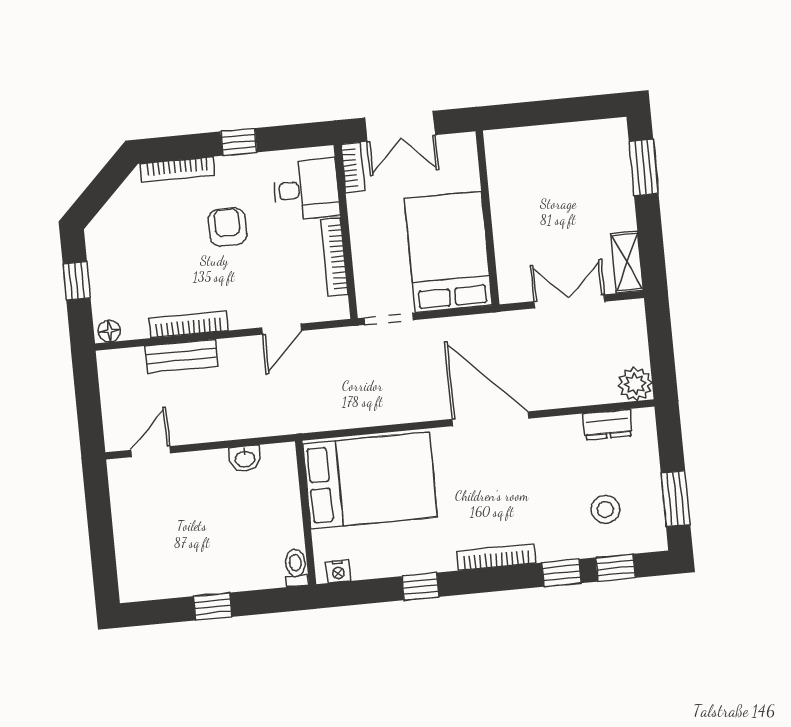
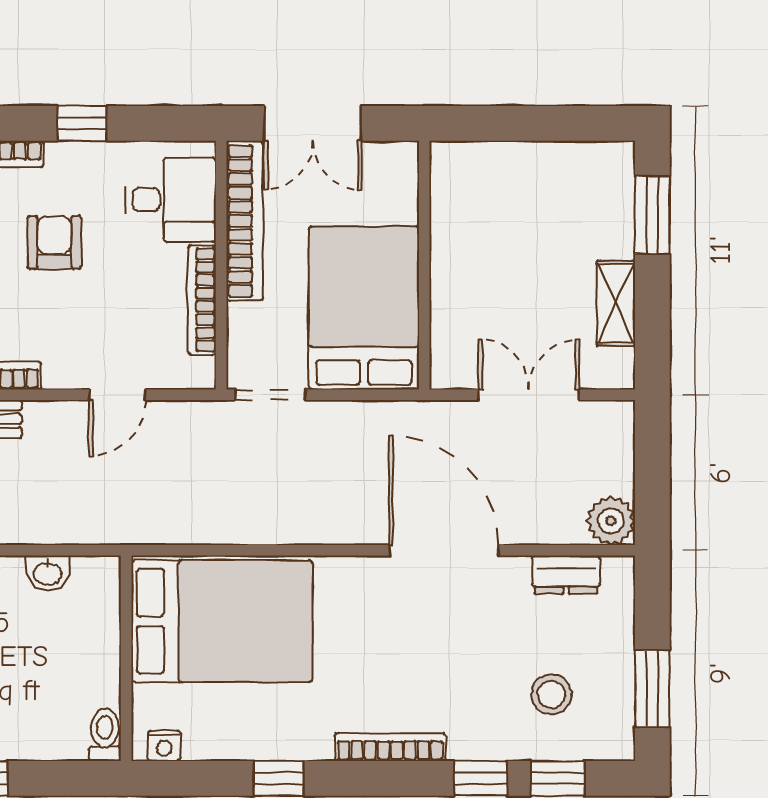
bookcase: (353, 168) -> (245, 221), width x2.31, depth x1.31
shelving: (627, 262) -> (616, 303), moved
door: (490, 419) -> (444, 550), moved

